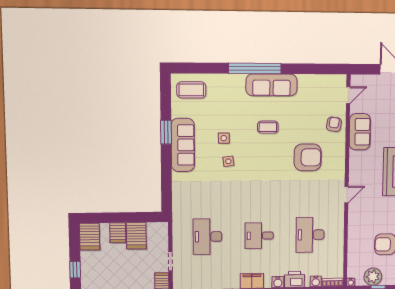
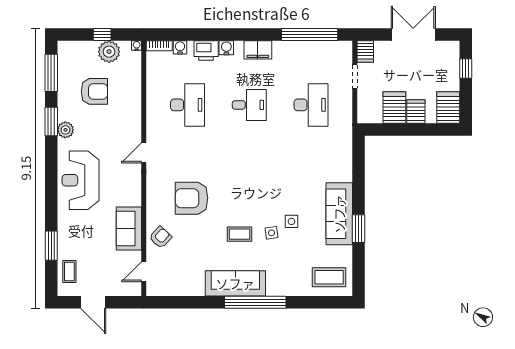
armchair: (334, 124) -> (160, 237), turned -146
side table: (228, 161) -> (272, 233), moved

